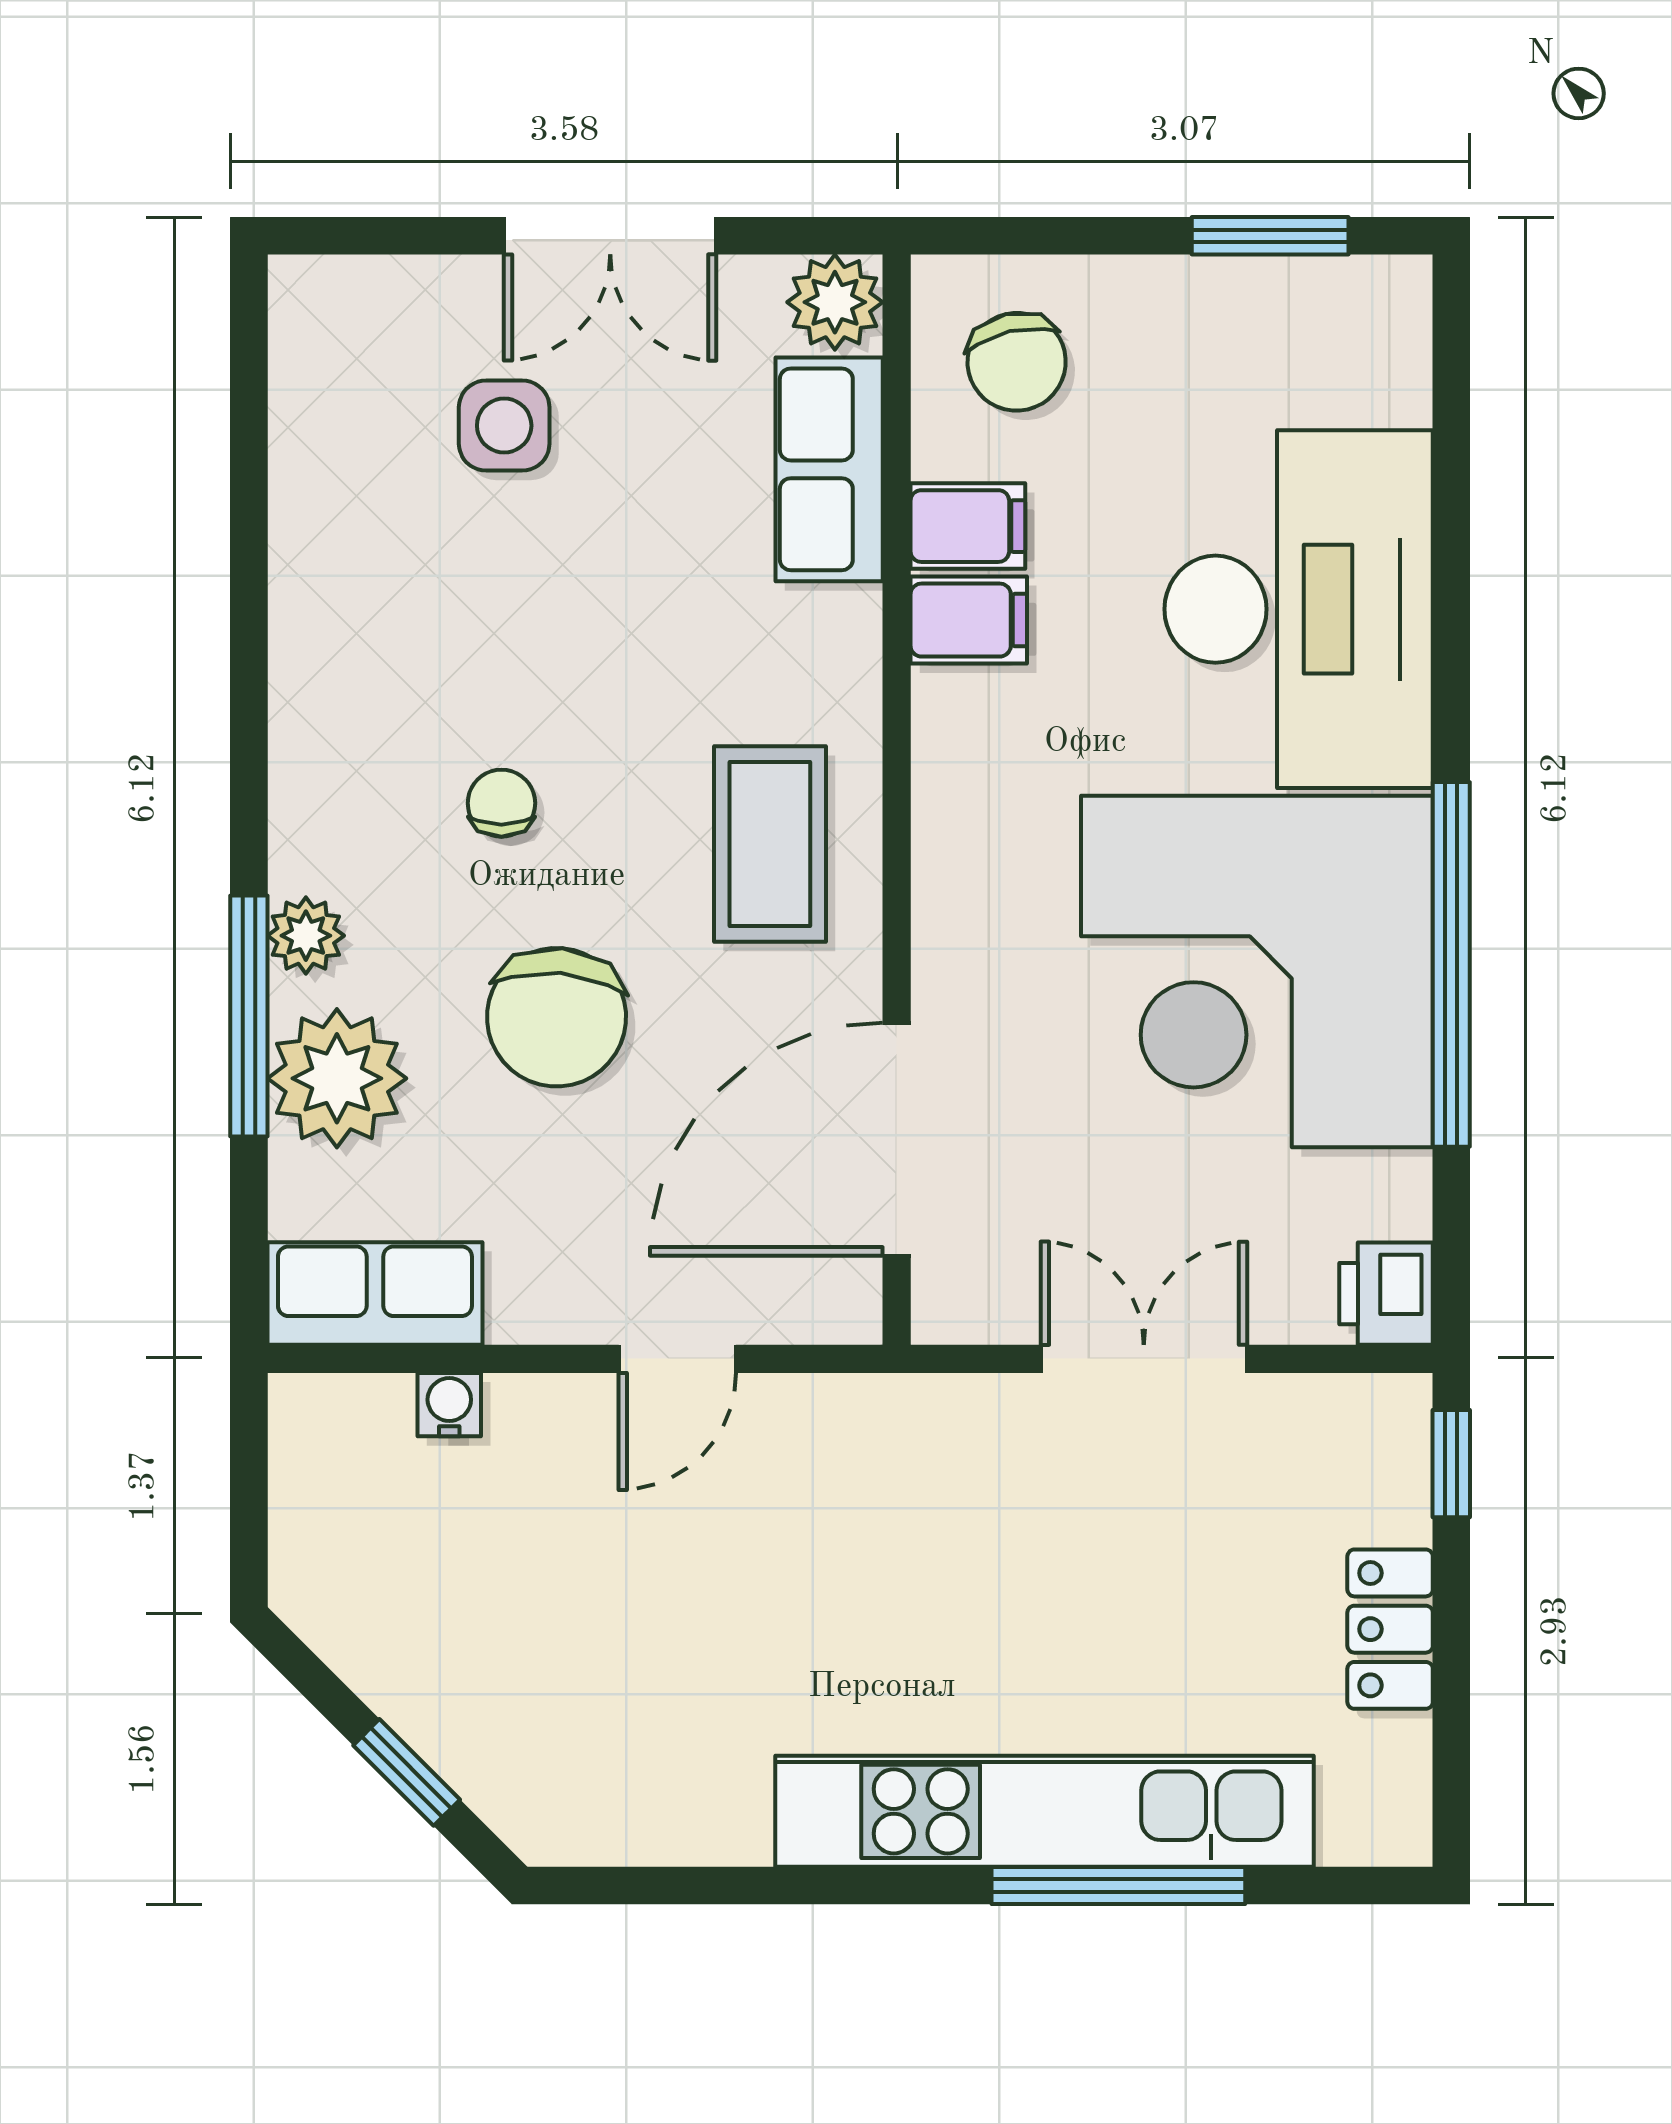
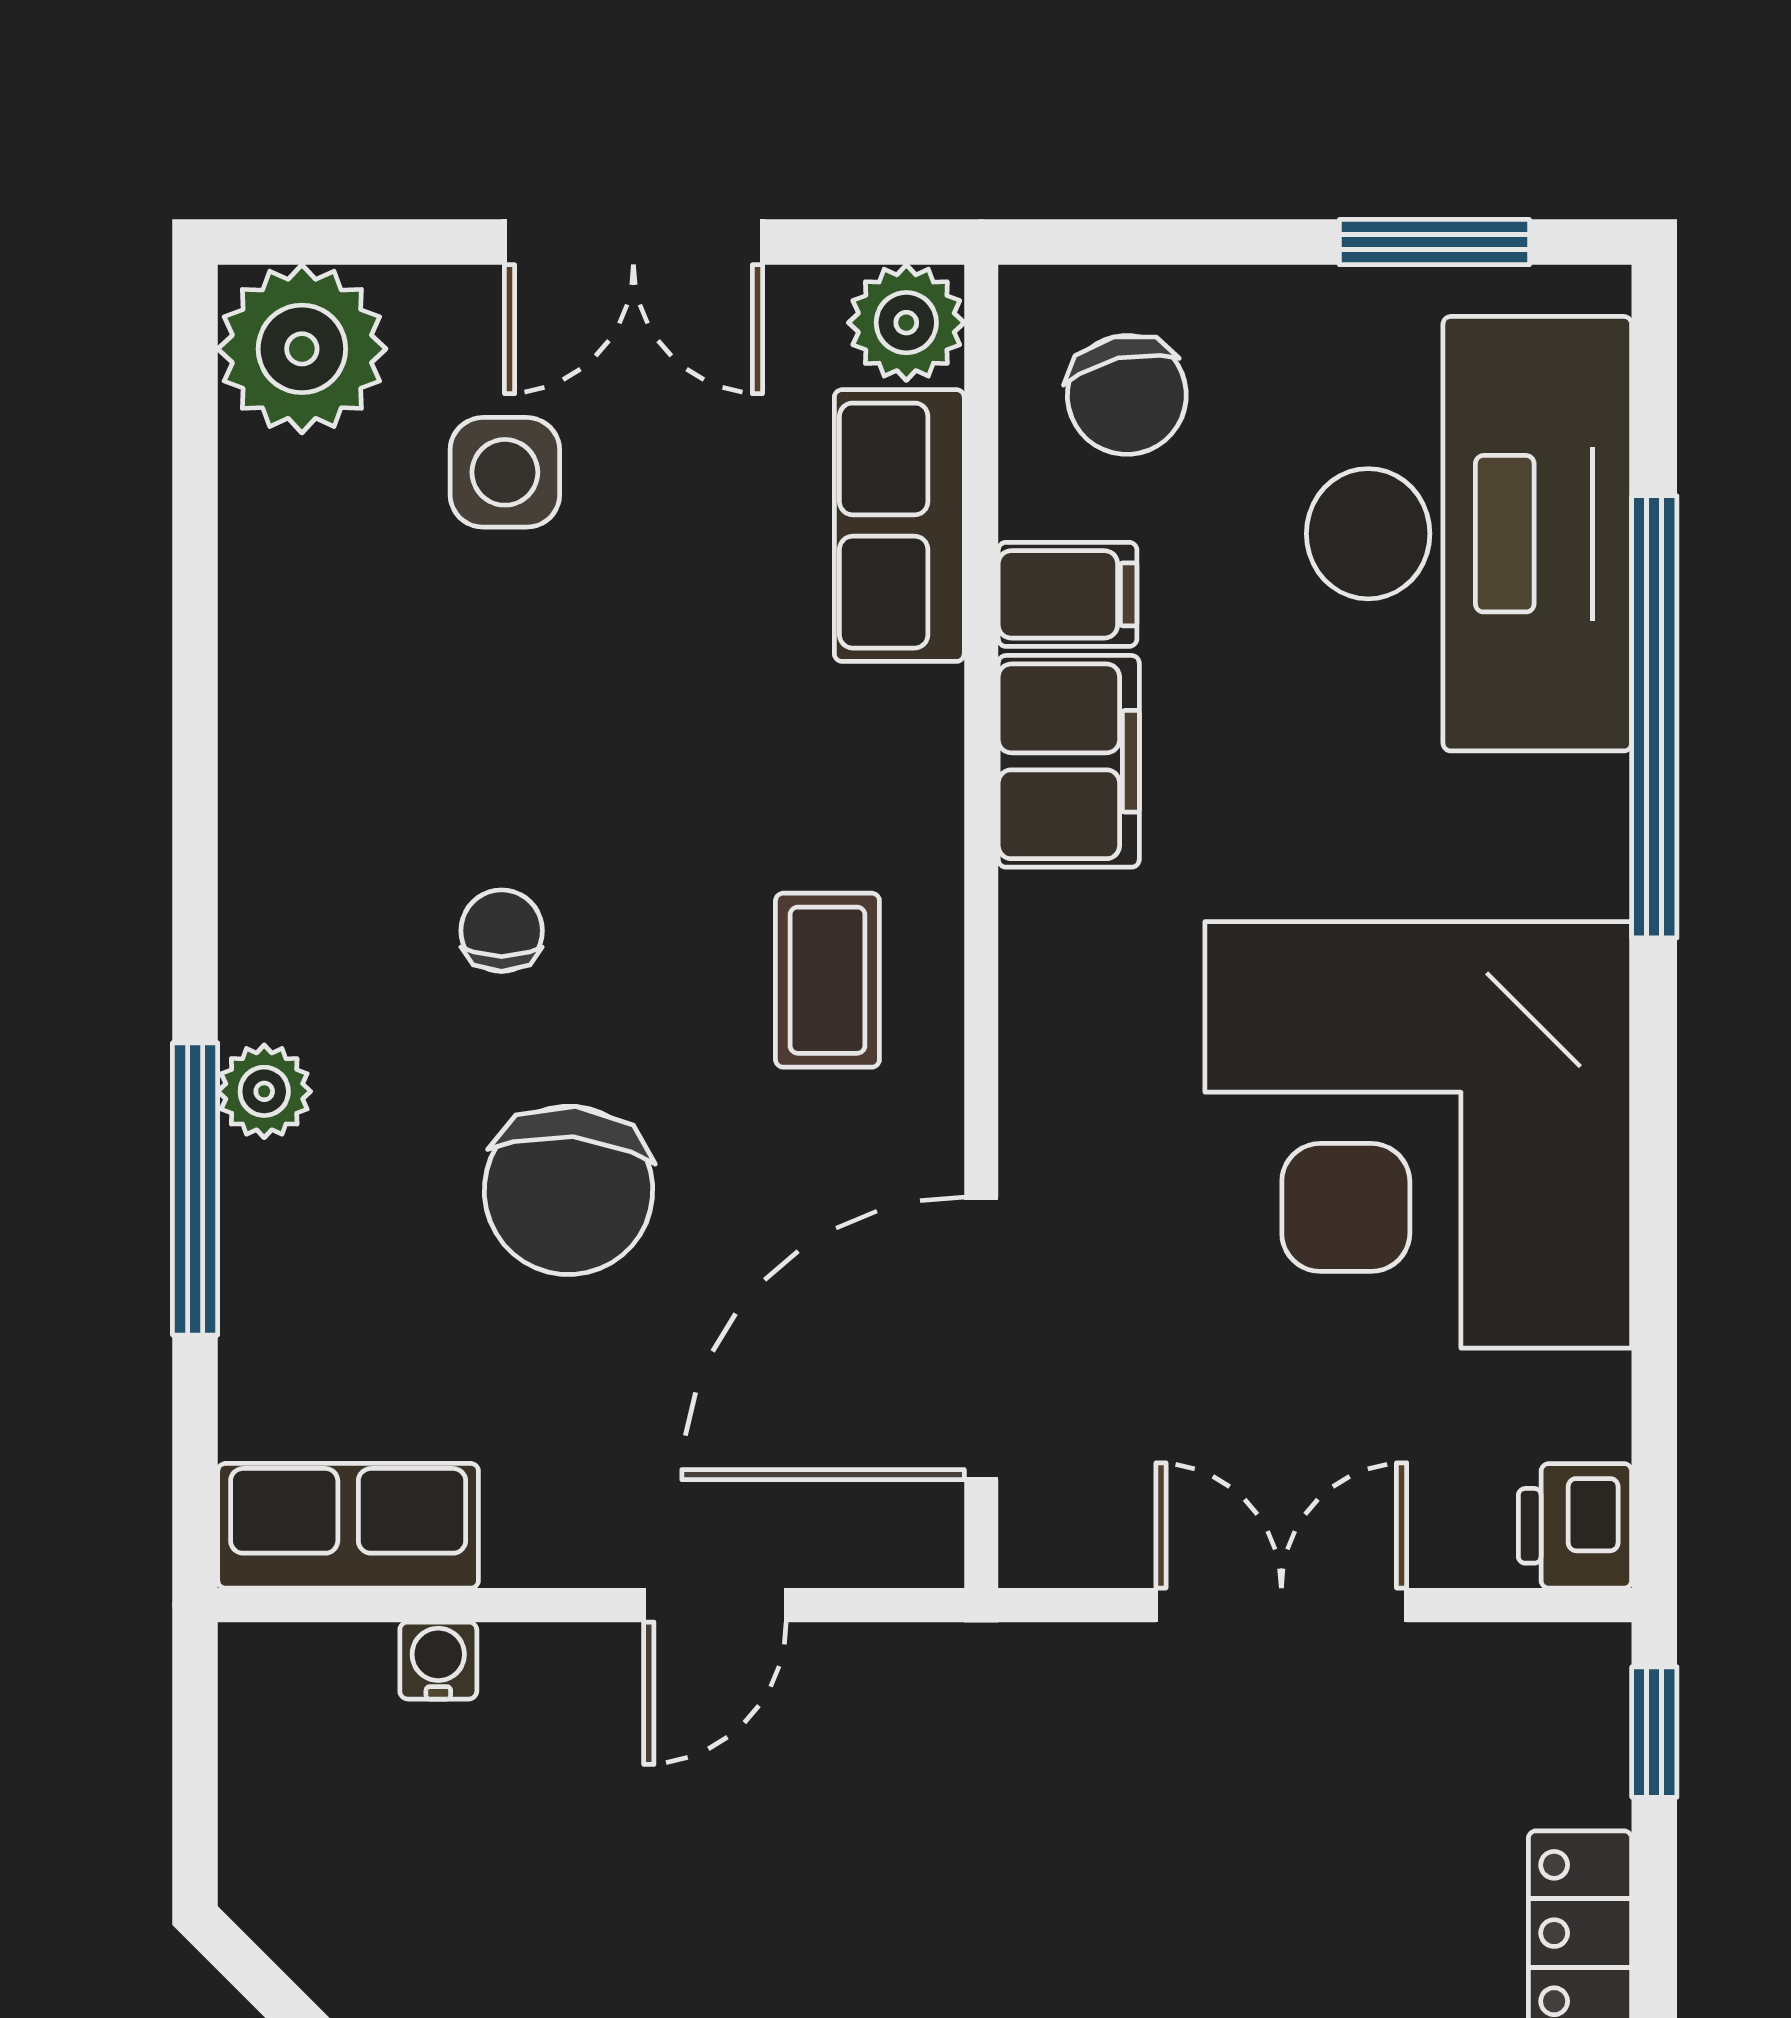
desk: (1299, 609) -> (1469, 534), moved
filing cabinet: (969, 620) -> (1069, 761), width x2.00
coffee table: (770, 844) -> (827, 980), width x0.73, depth x0.77
window: (1451, 964) -> (1654, 717), moved
plant: (337, 1078) -> (302, 349), moved

